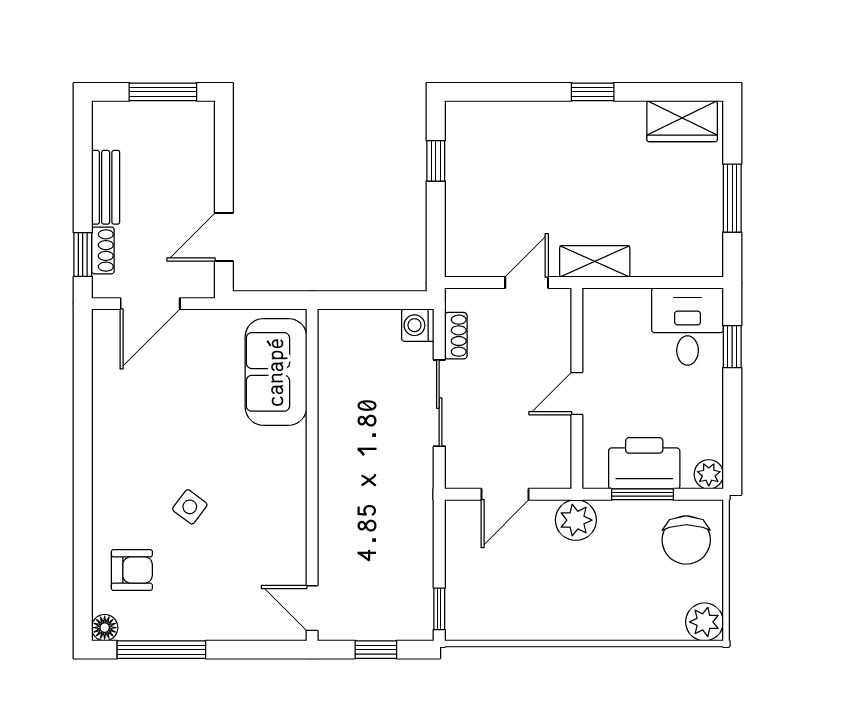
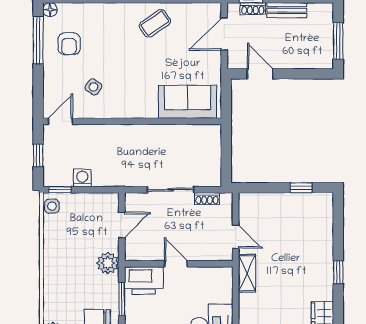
door: (150, 304) -> (224, 34), hinge flipped
washing machine: (418, 325) -> (82, 178), moved
coffee table: (130, 432) -> (155, 23), added
printer: (644, 463) -> (144, 280), moved, turned 90
door: (505, 494) -> (122, 225), swing flipped
side table: (190, 507) -> (93, 87), moved
armchair: (132, 570) -> (69, 44), moved
side table: (470, 624) -> (52, 206), added

